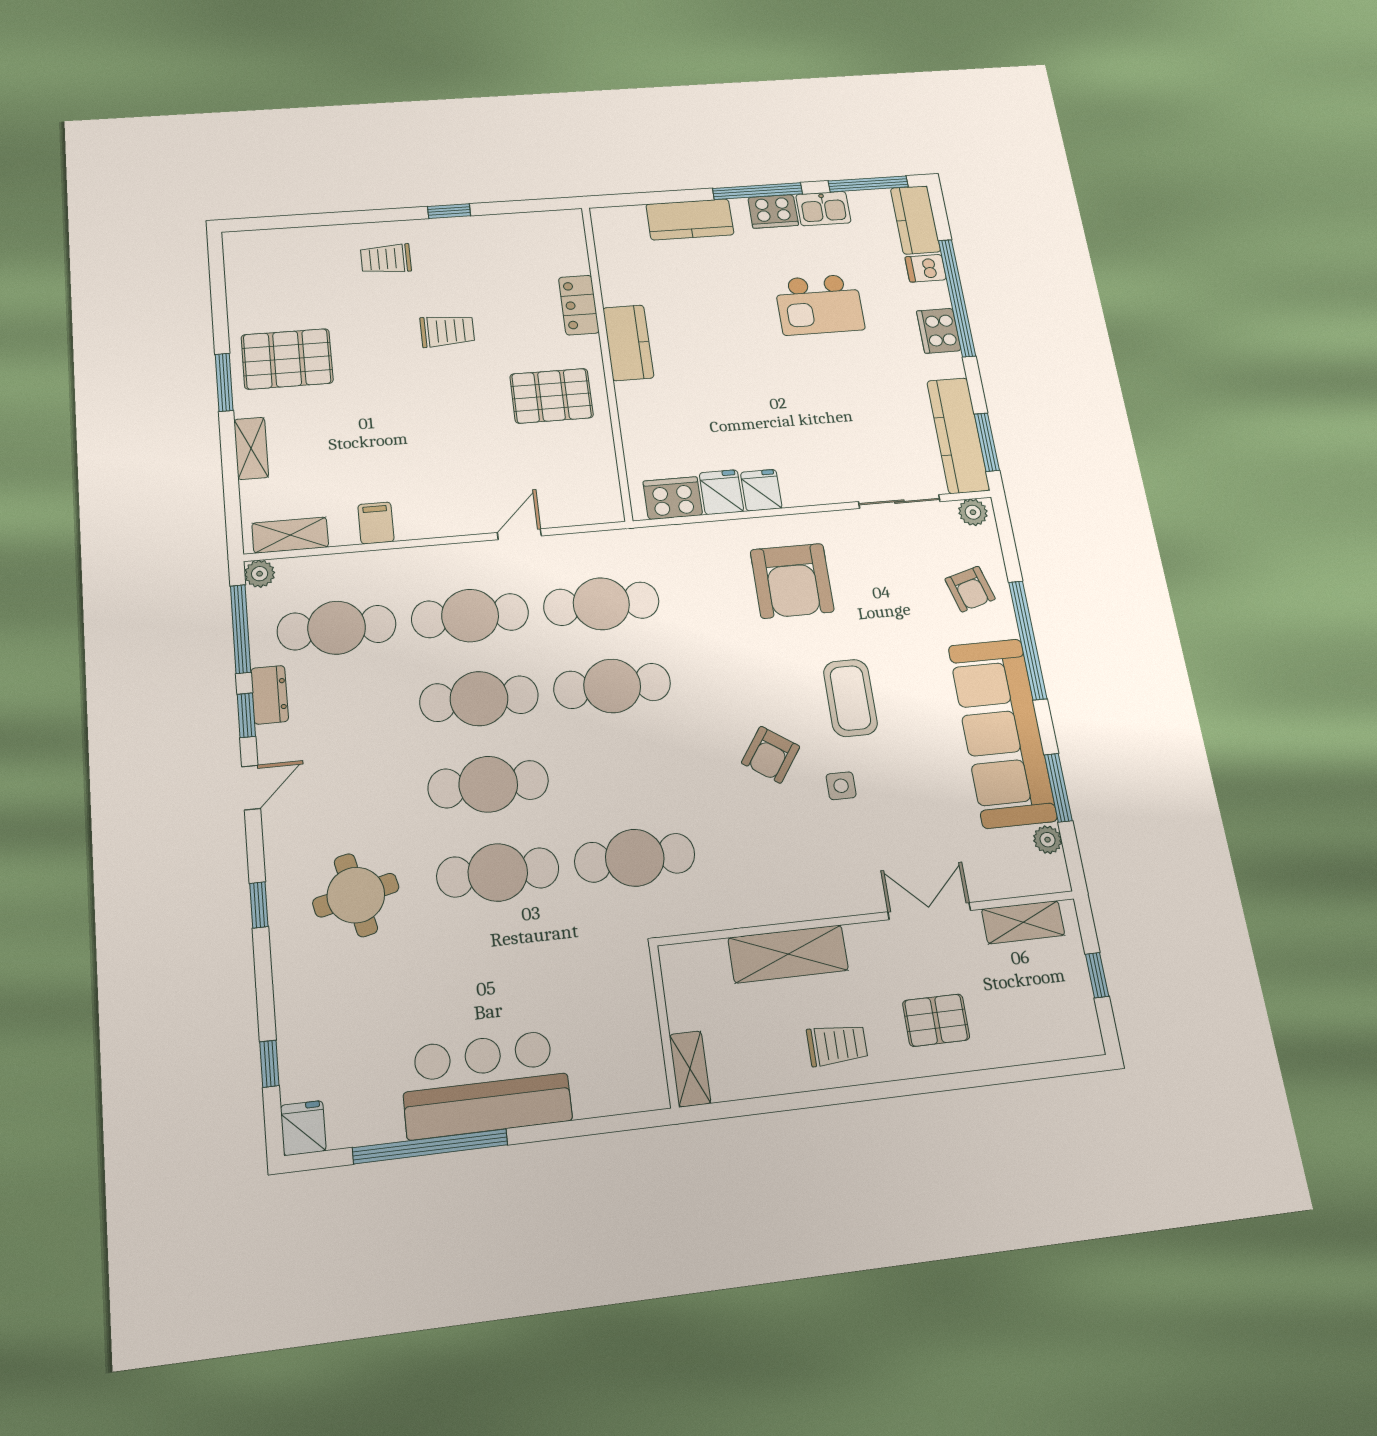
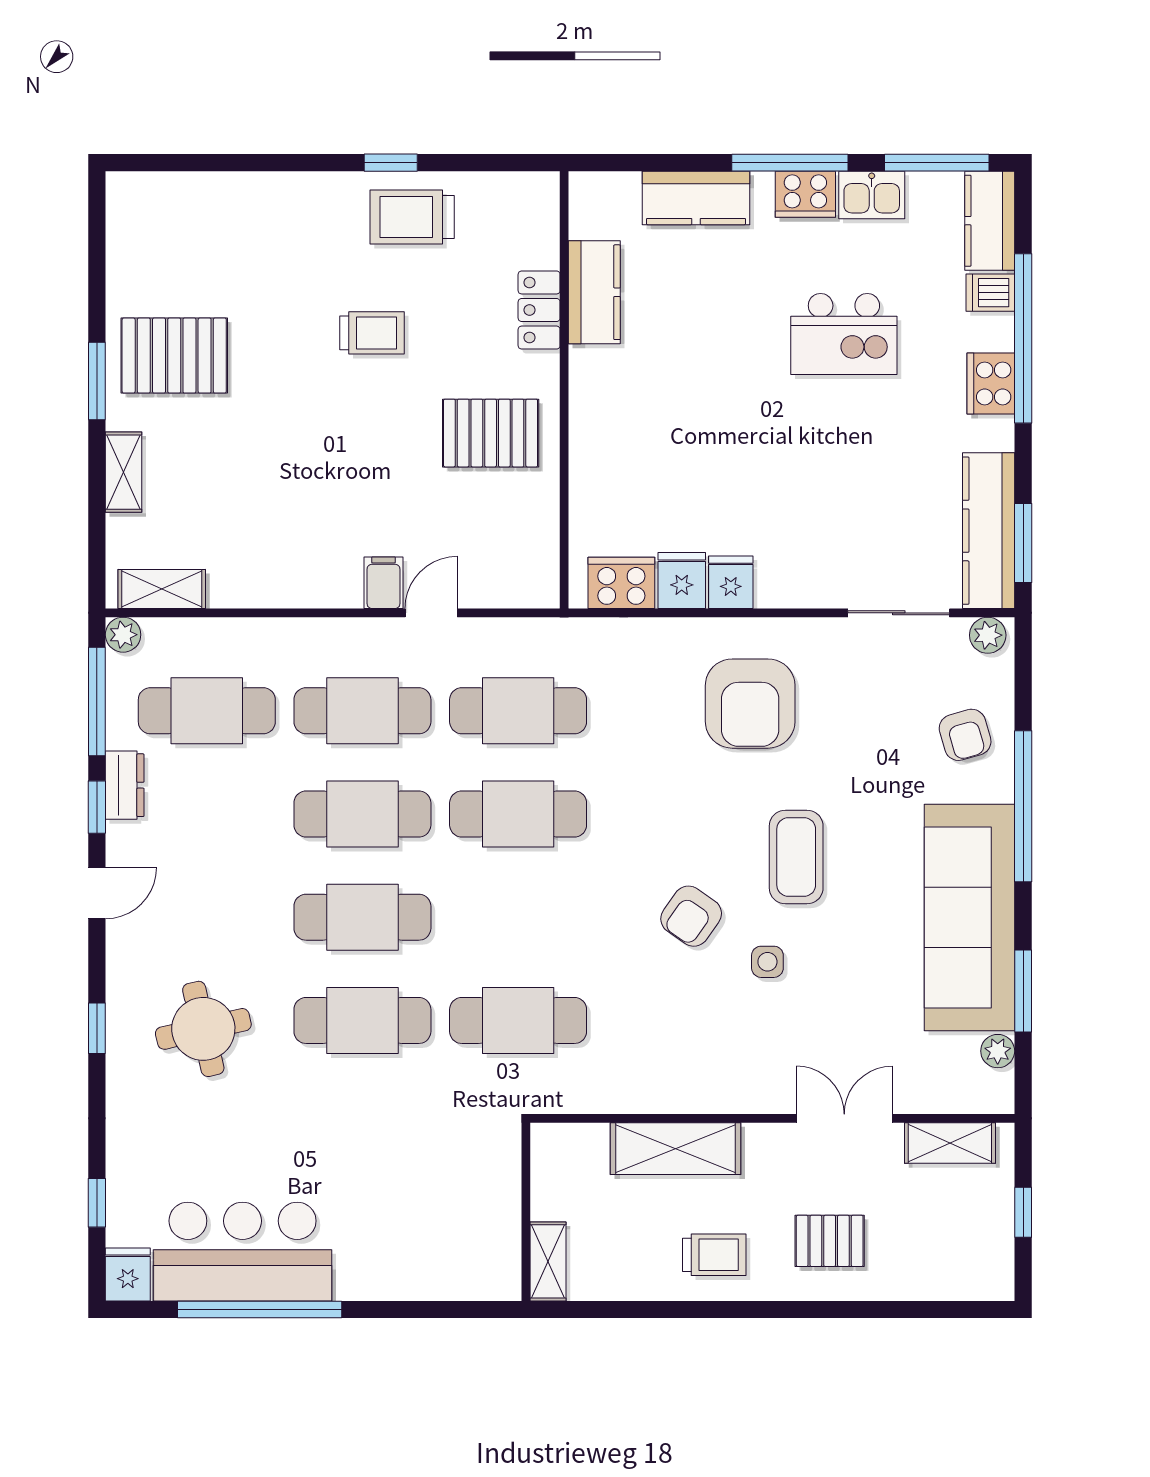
trolley: (386, 259) -> (412, 217), moved, width x1.36, depth x1.39
kitchen counter: (628, 343) -> (594, 292), moved
filing cabinet: (376, 523) -> (383, 583), moved
bar counter: (486, 1084) -> (243, 1252), moved

